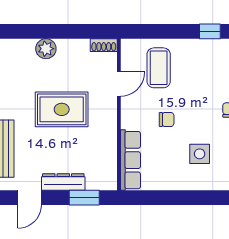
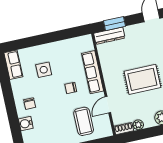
plant: (82, 46) -> (138, 125), added
row of seats: (131, 160) -> (93, 72), moved
dresser: (63, 182) -> (109, 36), moved

